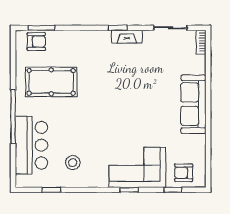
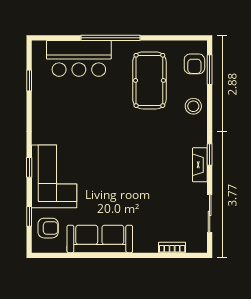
bookcase: (201, 42) -> (172, 247), moved
sofa: (193, 104) -> (100, 239), moved
stool: (73, 163) -> (193, 106), moved
armchair: (184, 173) -> (48, 228), turned 90

